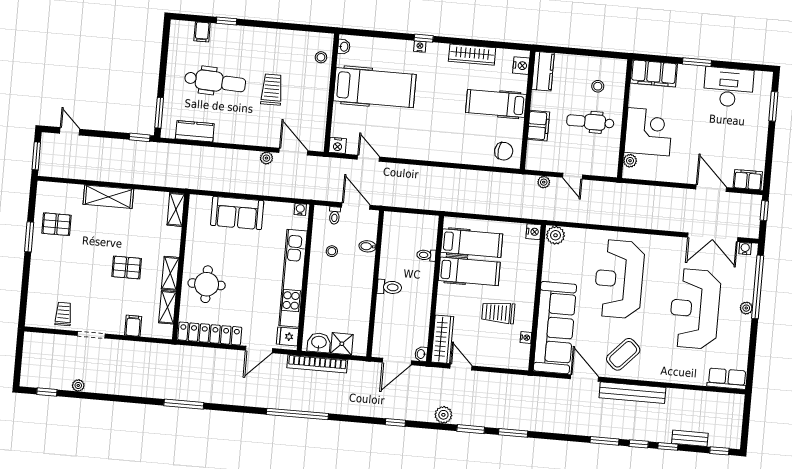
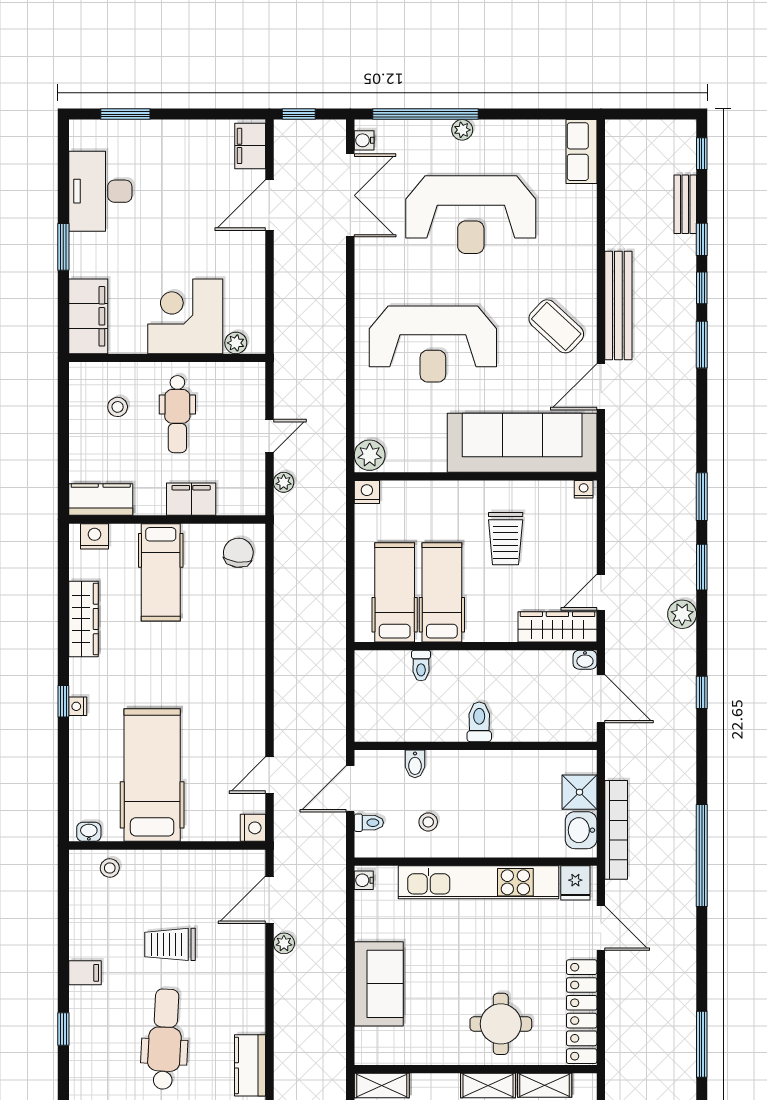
filing cabinet: (202, 32) -> (85, 973), moved
nightstand: (526, 338) -> (584, 489), moved

